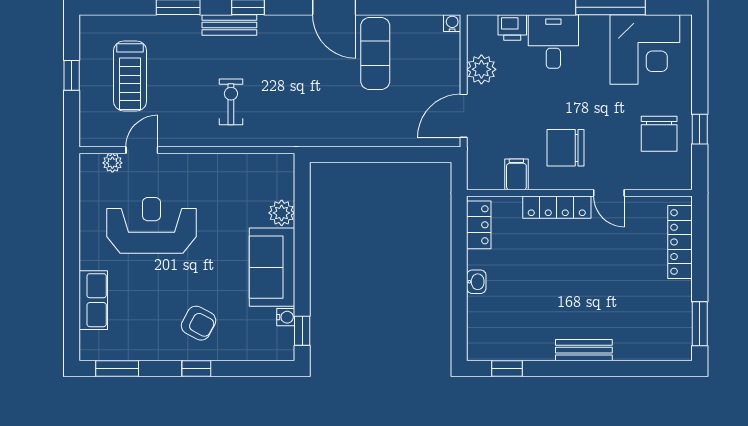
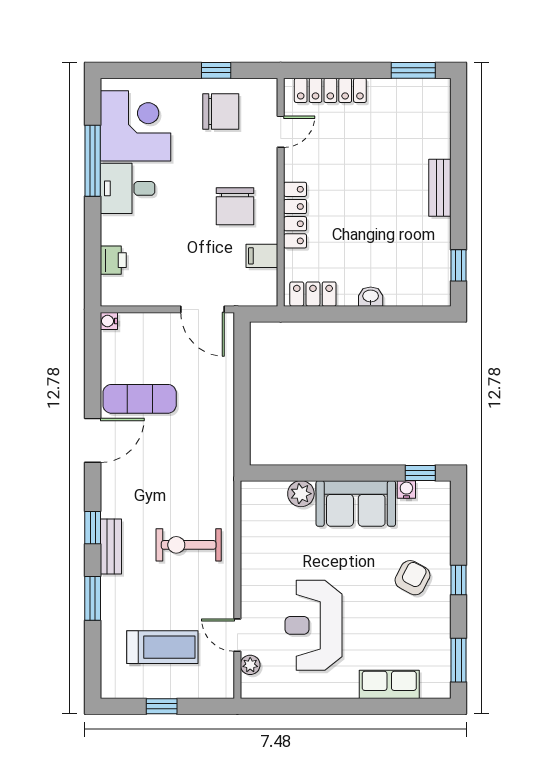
desk: (553, 42) -> (128, 188), moved
plant: (481, 69) -> (156, 291), removed
exercise bike: (231, 102) -> (189, 545), width x1.38, depth x1.39
door: (609, 193) -> (281, 132), moved

